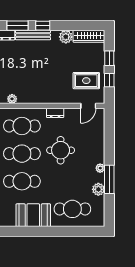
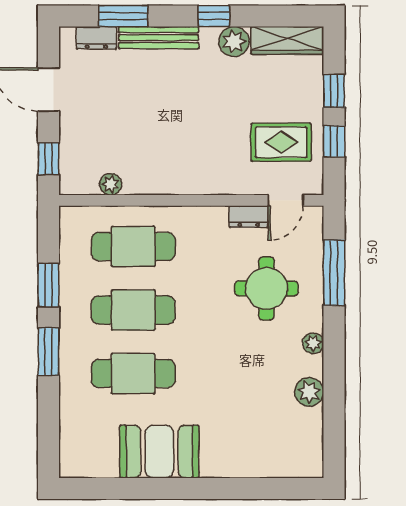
window: (43, 26) -> (214, 16), moved
dresser: (55, 113) -> (249, 216), moved
round table: (61, 150) -> (266, 288), moved
window: (109, 179) -> (334, 273), moved
cafe table: (72, 209) -> (249, 437), removed

